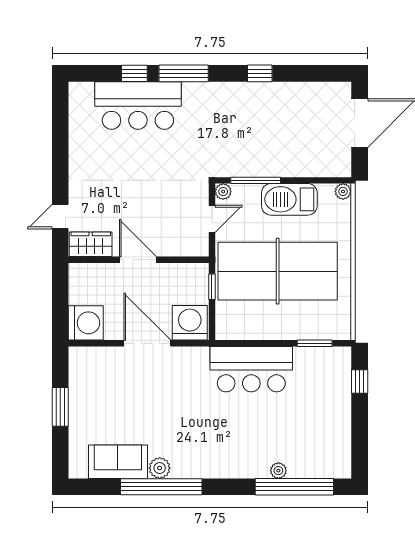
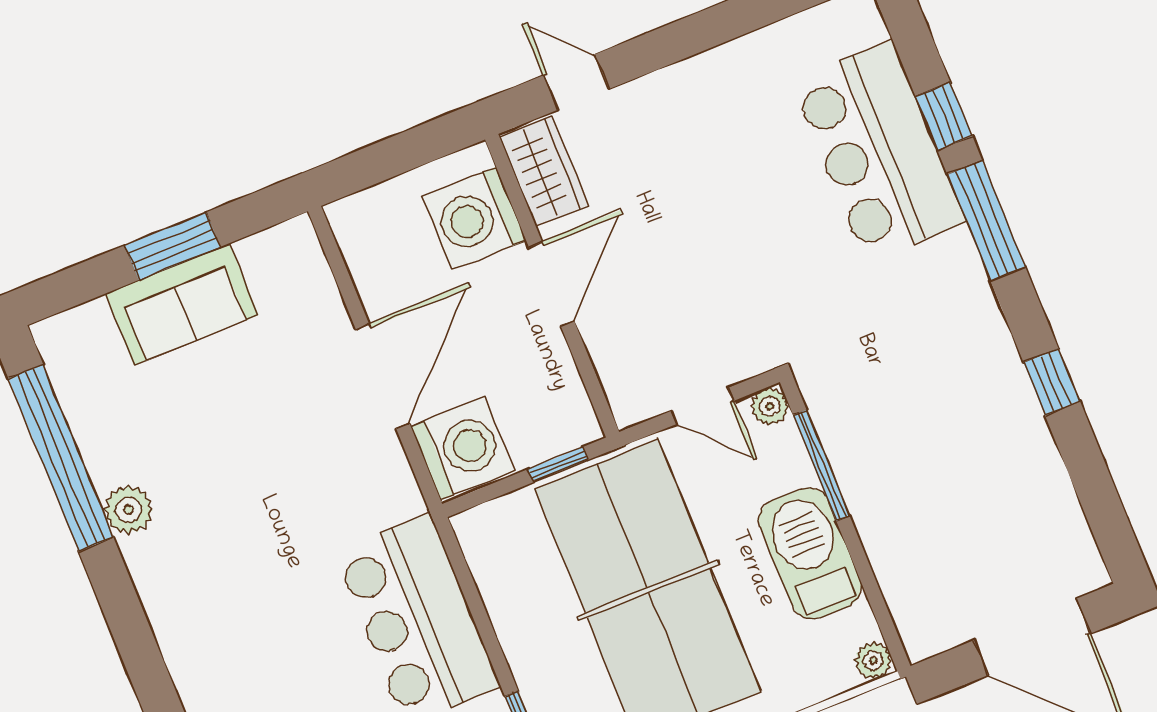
washing machine: (86, 323) -> (474, 218), moved, turned 90
sofa: (118, 462) -> (182, 304), moved, turned 90
window: (161, 487) -> (61, 458), moved

